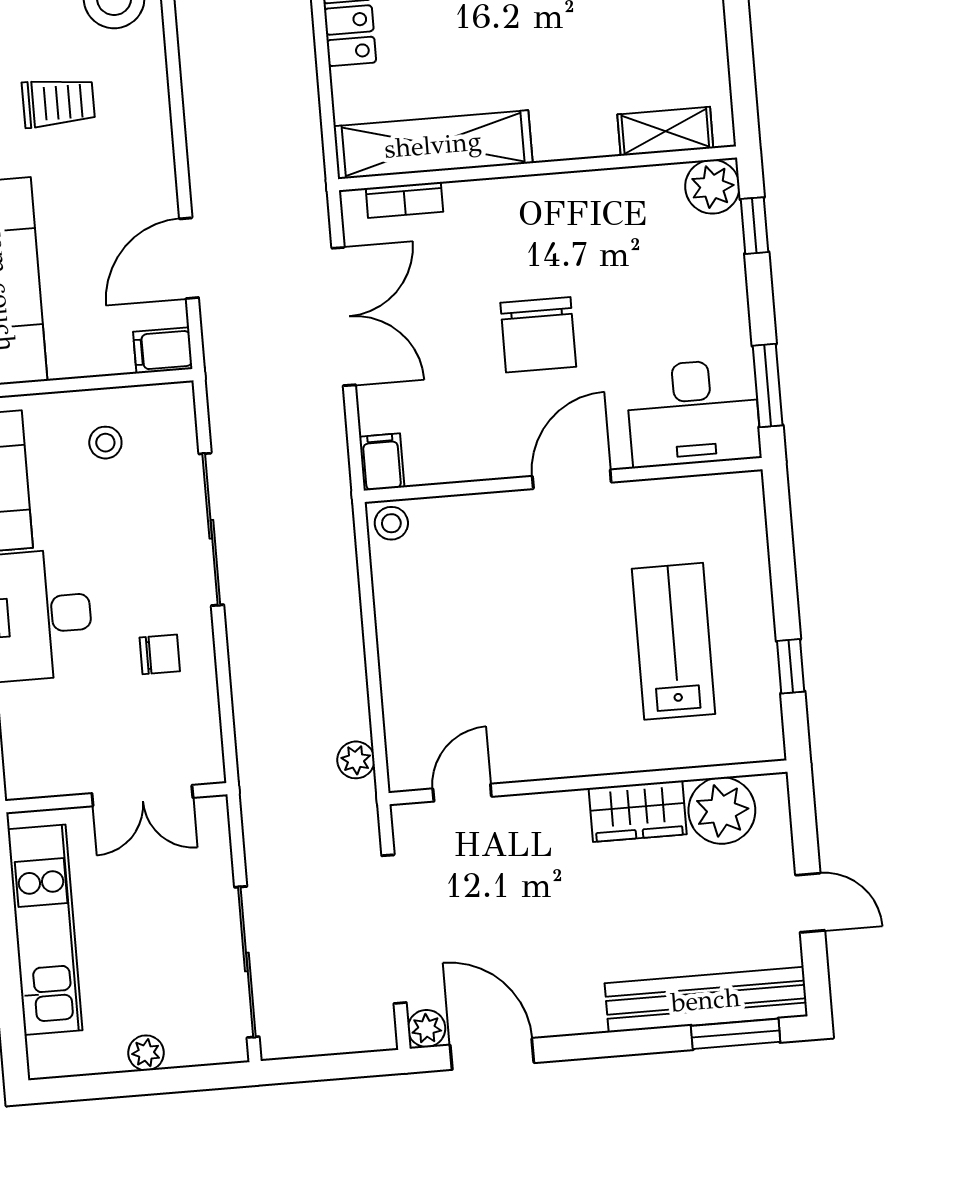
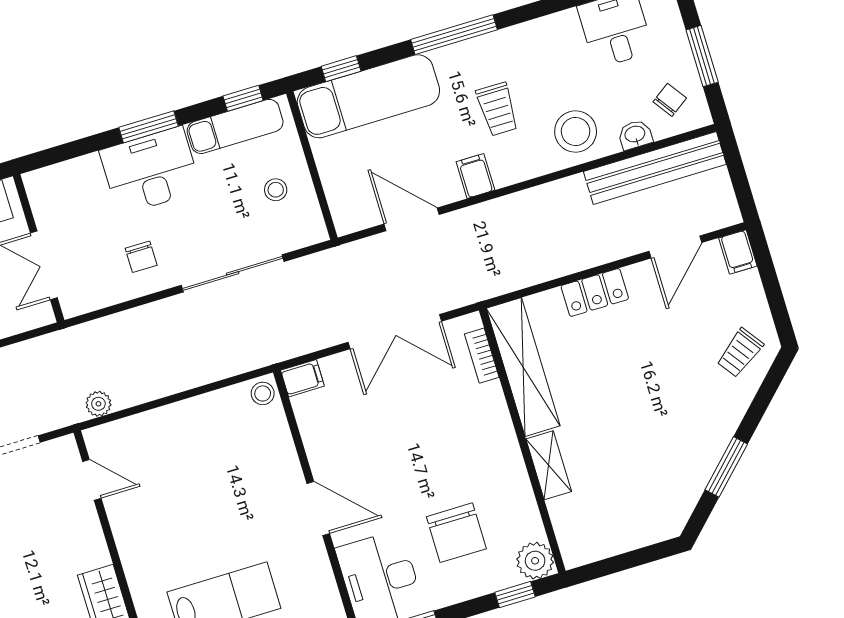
shelving: (665, 131) -> (549, 465), moved
chair: (538, 335) -> (456, 533), moved, turned -90
filing cabinet: (163, 350) -> (475, 176), moved

